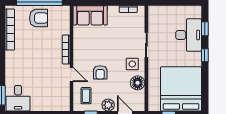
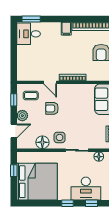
floor lamp: (153, 21) -> (99, 157), added
filing cabinet: (12, 56) -> (66, 29), added
door: (71, 74) -> (50, 82), hinge flipped

